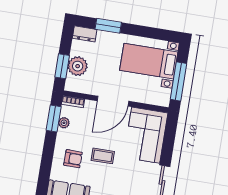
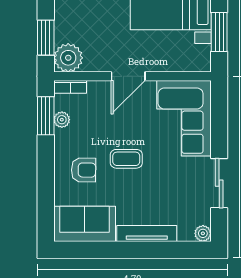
plant: (78, 66) -> (68, 58), moved
window: (179, 81) -> (219, 32), width x0.69
door: (113, 101) -> (128, 76), width x0.73

